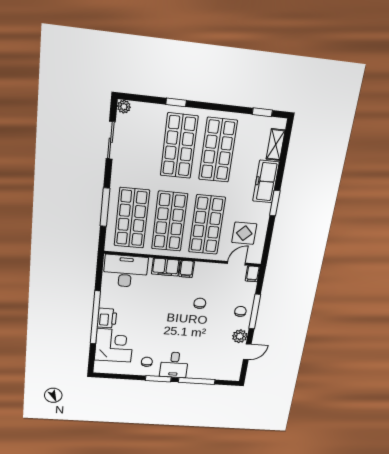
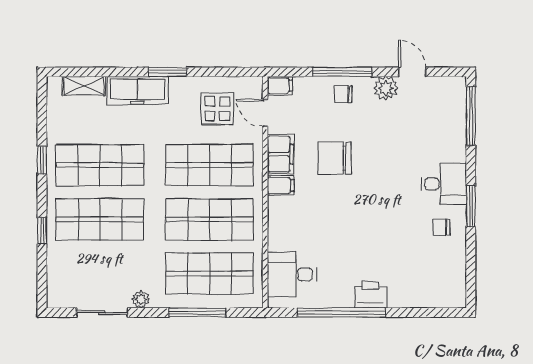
plant: (124, 107) -> (141, 299), moved
window: (262, 112) -> (42, 160), moved
filing cabinet: (166, 267) -> (280, 154), moved
desk: (126, 271) -> (292, 275), width x0.73
chair: (200, 303) -> (335, 158), width x1.87, depth x1.87
window: (95, 318) -> (341, 313), moved
corner desk: (114, 345) -> (416, 280), removed
window: (197, 381) -> (471, 116), moved

